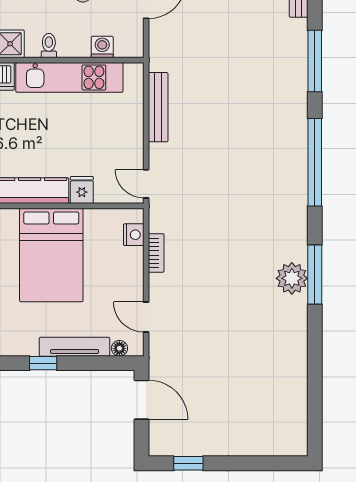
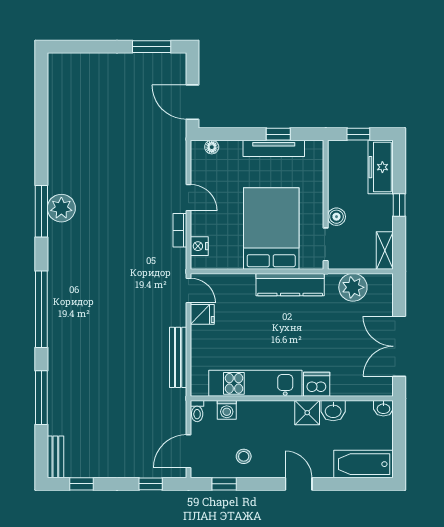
toilet: (49, 46) -> (197, 411), moved
fridge: (82, 190) -> (202, 314), moved, turned -90
door: (146, 317) -> (189, 198), moved
tv unit: (74, 347) -> (274, 148), moved
window: (188, 463) -> (152, 47), width x1.50

